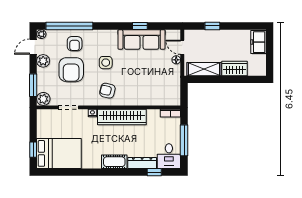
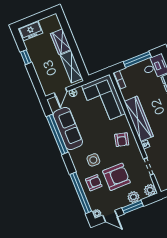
window: (140, 26) -> (57, 134), width x3.17
window: (212, 26) -> (26, 57), moved
plant: (43, 61) -> (133, 197), moved
side table: (106, 63) -> (93, 160), moved
window: (33, 85) -> (133, 207), moved
corner sofa: (157, 89) -> (103, 100), added

